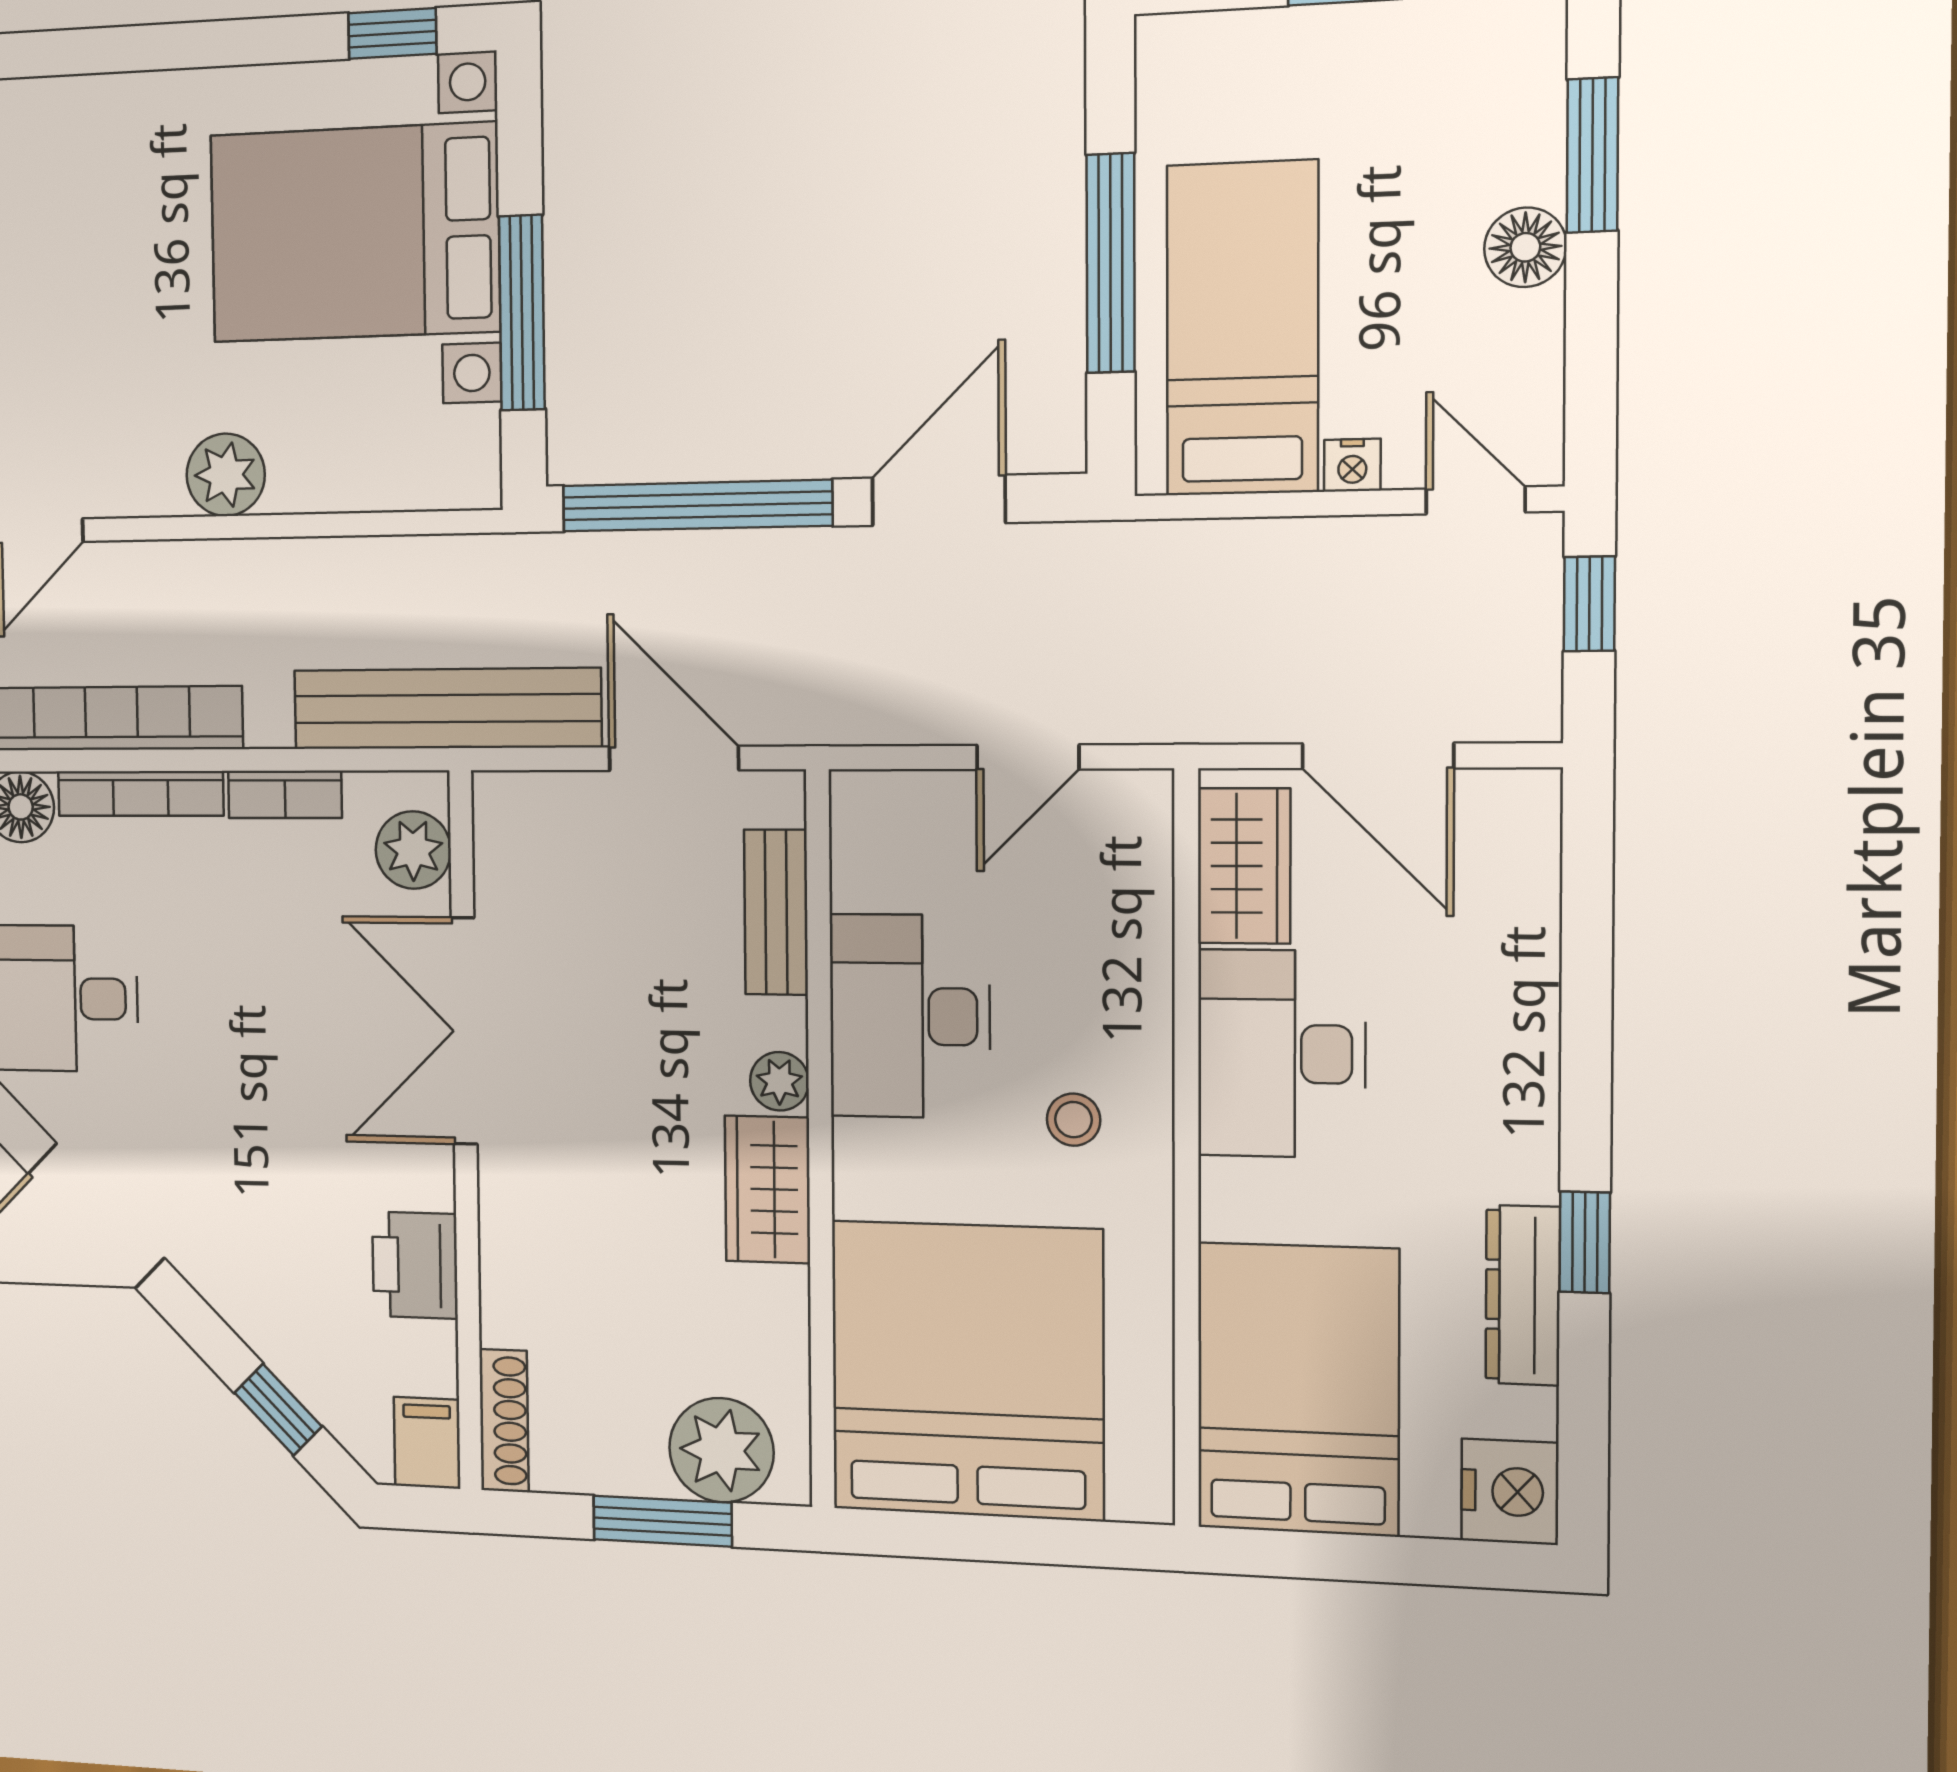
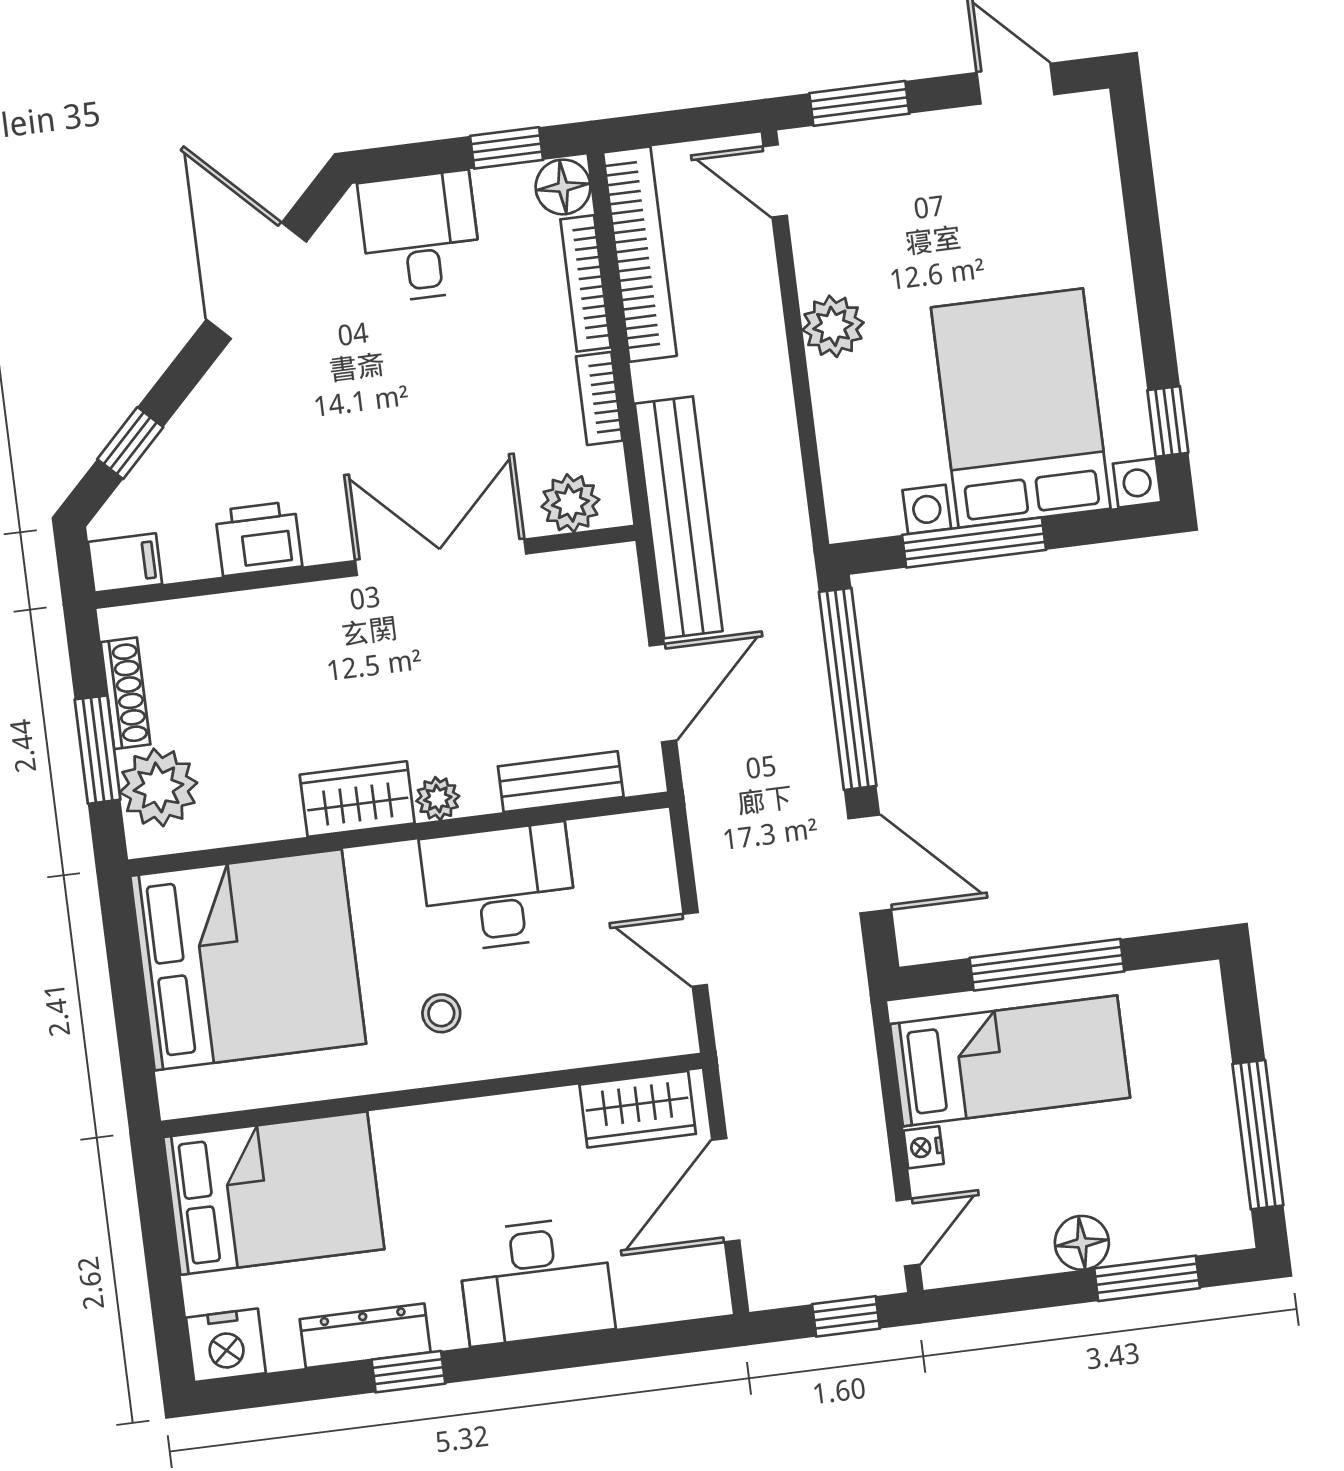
desk: (1281, 1054) -> (536, 1281), moved, turned 180
shoe rack: (504, 1421) -> (125, 693), moved, turned -90

